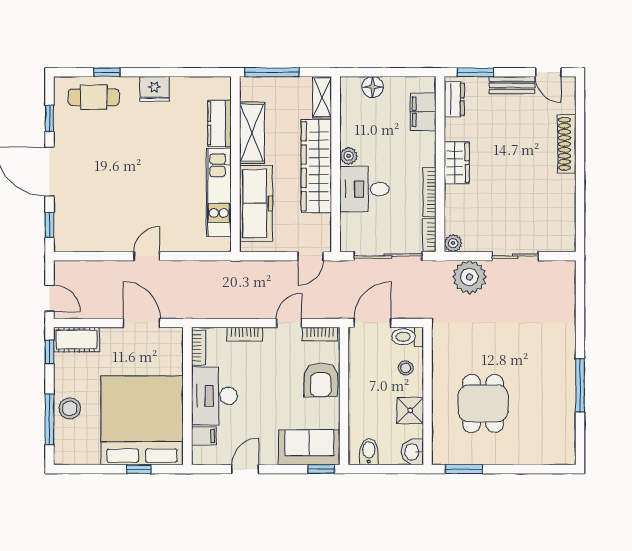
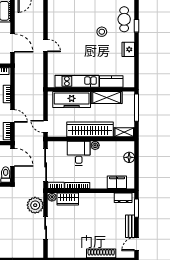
stool: (119, 142) -> (102, 32), added
wardrobe: (457, 163) -> (68, 199), moved
door: (142, 323) -> (12, 43), hinge flipped

